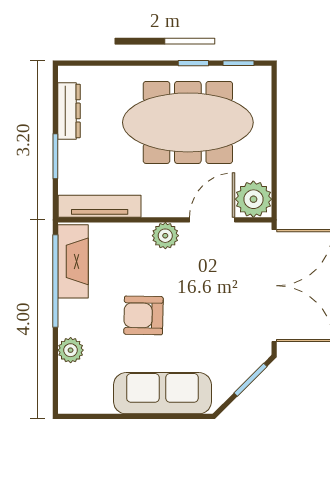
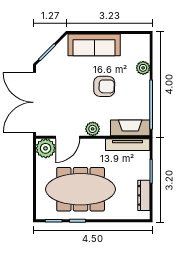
fireplace: (73, 261) -> (130, 128), moved, turned 90

